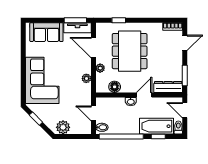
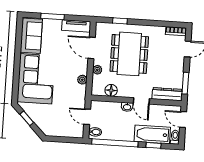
window: (75, 20) -> (52, 17), moved
sofa: (46, 32) -> (31, 36), moved, turned -90
door: (144, 95) -> (141, 101), swing flipped
plant: (63, 127) -> (54, 129), removed

